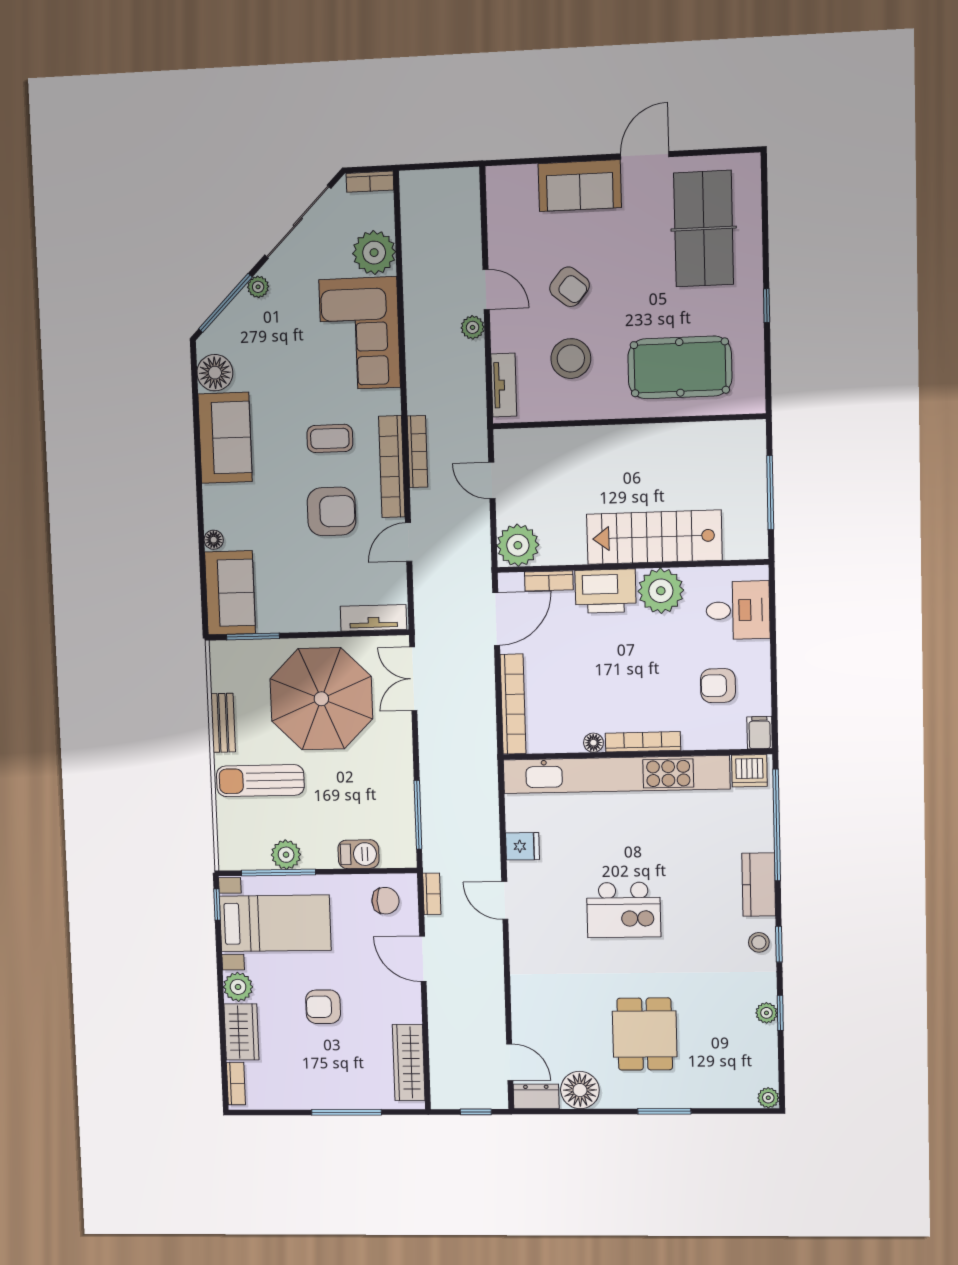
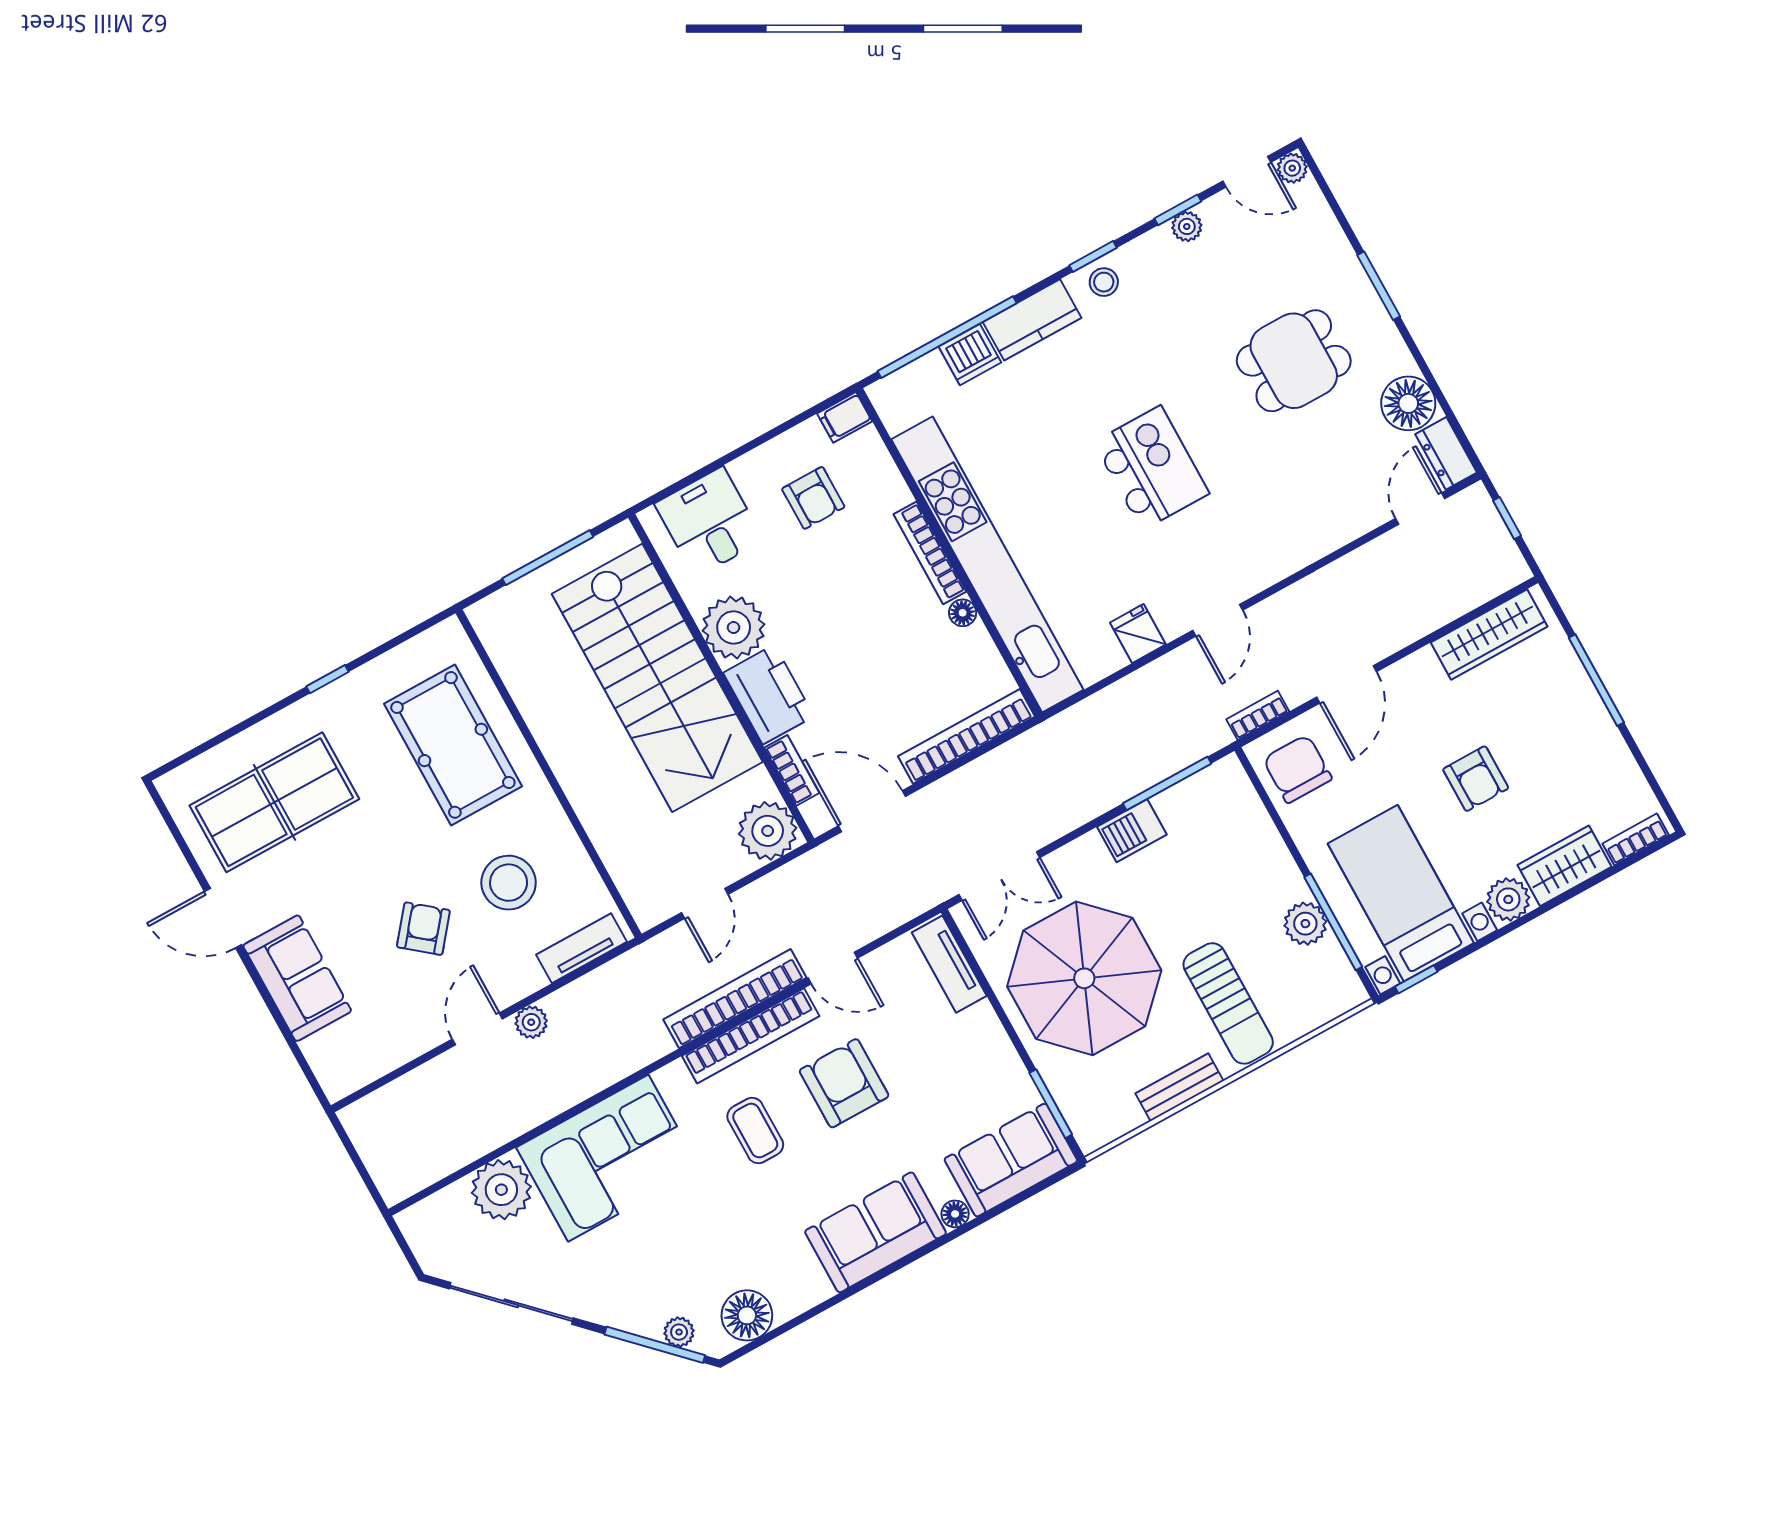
bookcase: (370, 182) -> (419, 1238), removed
plant: (258, 287) -> (679, 1332), moved
sofa: (225, 438) -> (876, 1232), moved
bookcase: (417, 452) -> (735, 999), width x1.48, depth x1.31
stairs: (654, 537) -> (657, 678), width x1.36, depth x1.51
dishwasher: (749, 771) -> (970, 354), moved, turned 90
barbecue: (358, 854) -> (1132, 831), moved, turned -90
chair: (385, 901) -> (1297, 769), width x1.37, depth x1.37
door: (781, 1069) -> (1247, 172), added

